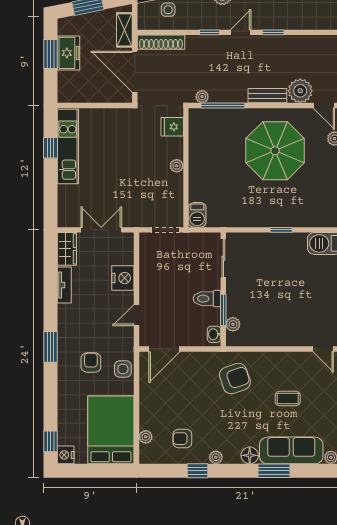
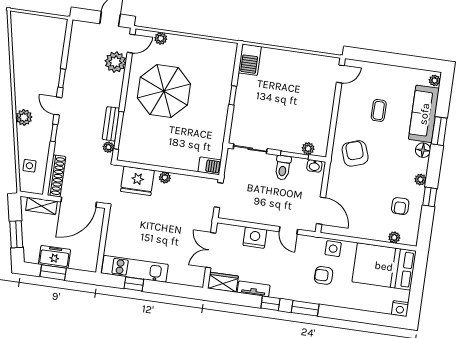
bench: (267, 96) -> (111, 124), moved
fridge: (172, 127) -> (137, 181), width x1.88, depth x1.34
window: (50, 441) -> (270, 303), moved

